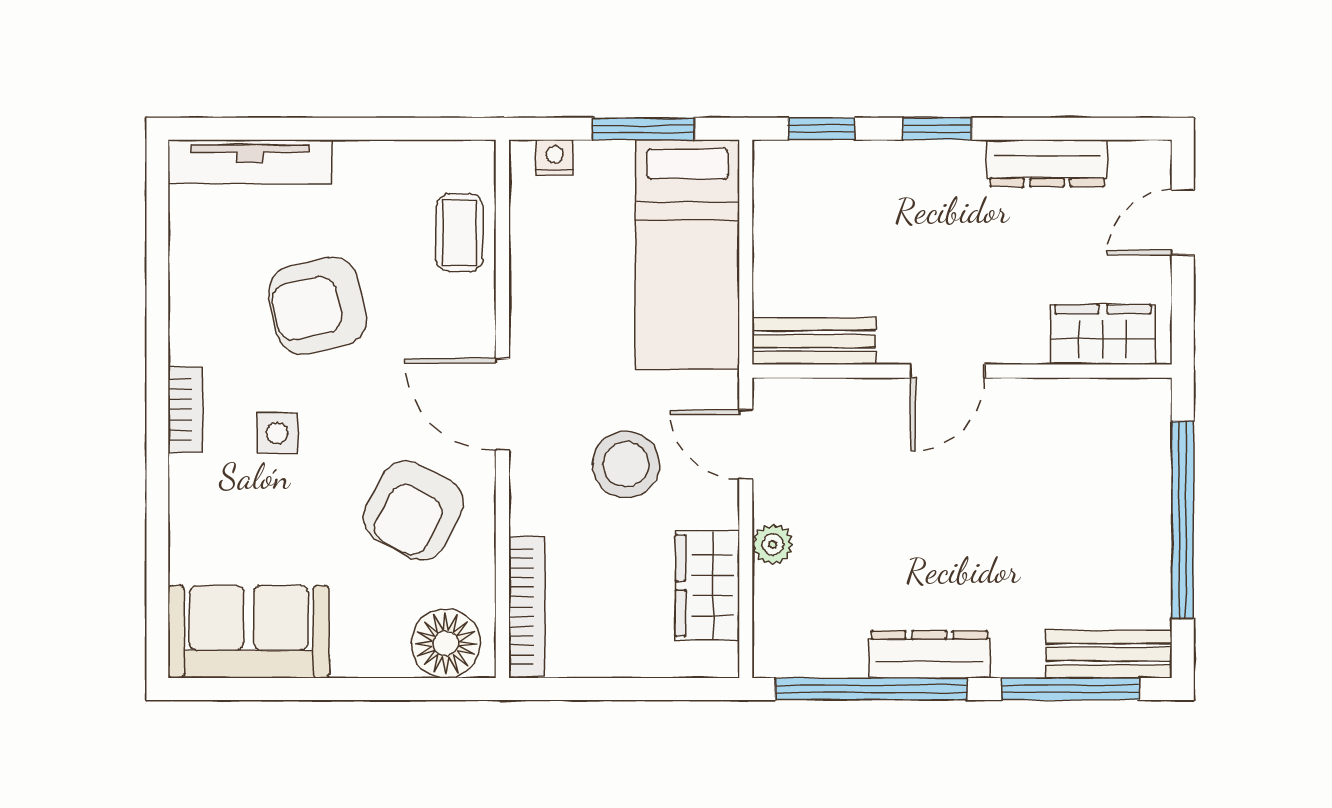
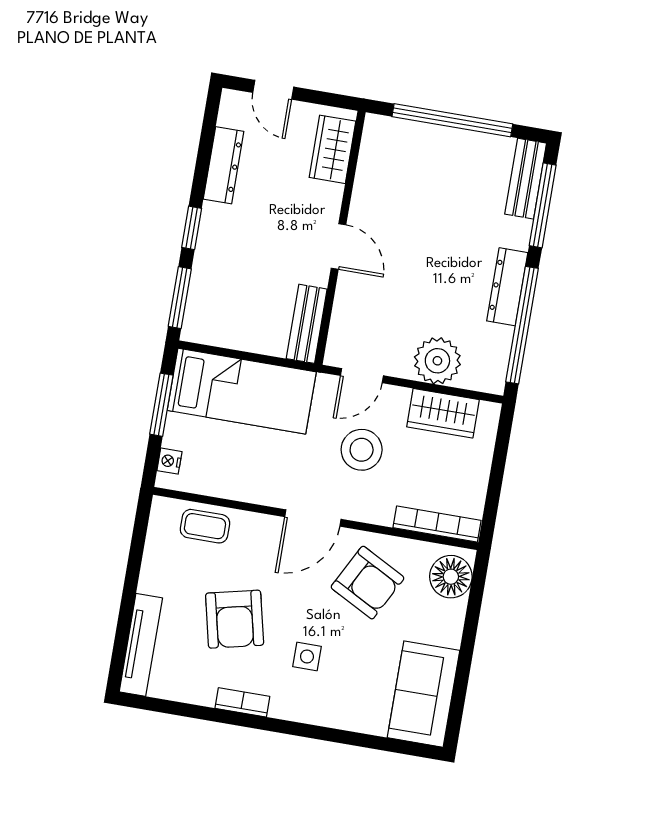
window: (821, 129) -> (180, 298), width x1.50
bookcase: (185, 410) -> (242, 702), moved
plant: (773, 544) -> (437, 361), width x1.87, depth x1.87

